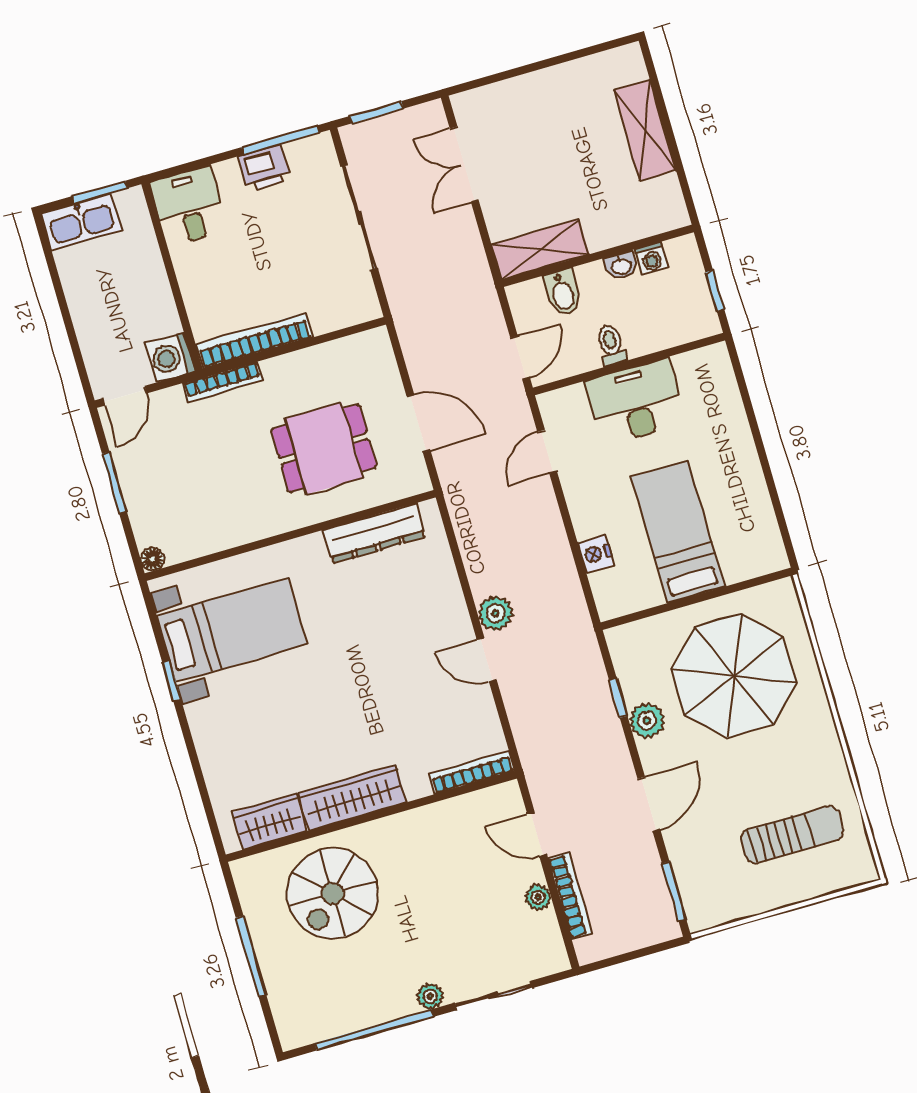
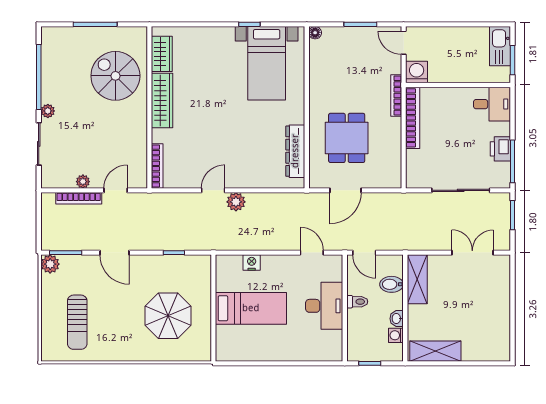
shelving: (645, 130) -> (435, 351), moved
parasol: (734, 676) -> (168, 316), width x0.73, depth x0.73
plant: (647, 721) -> (50, 264), moved

